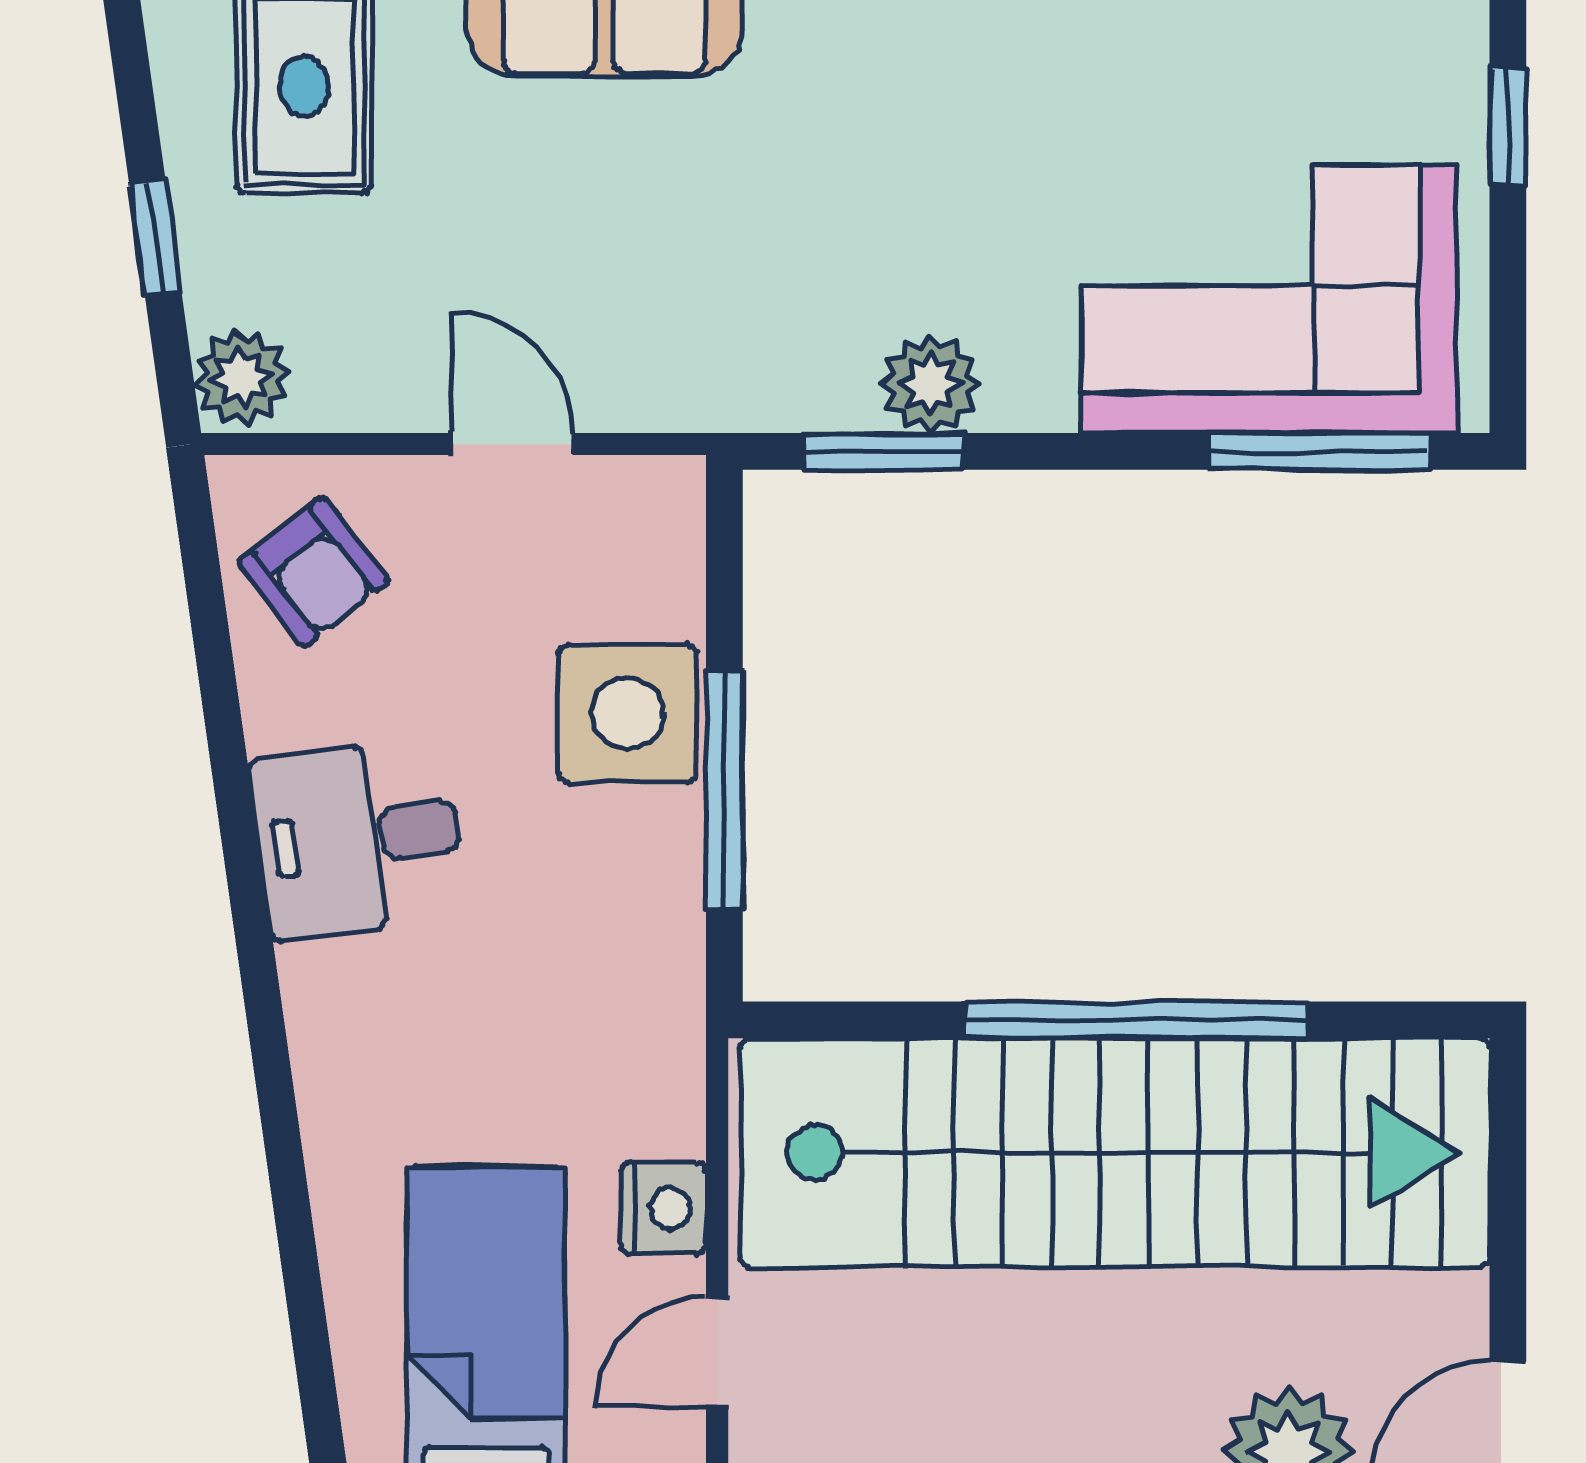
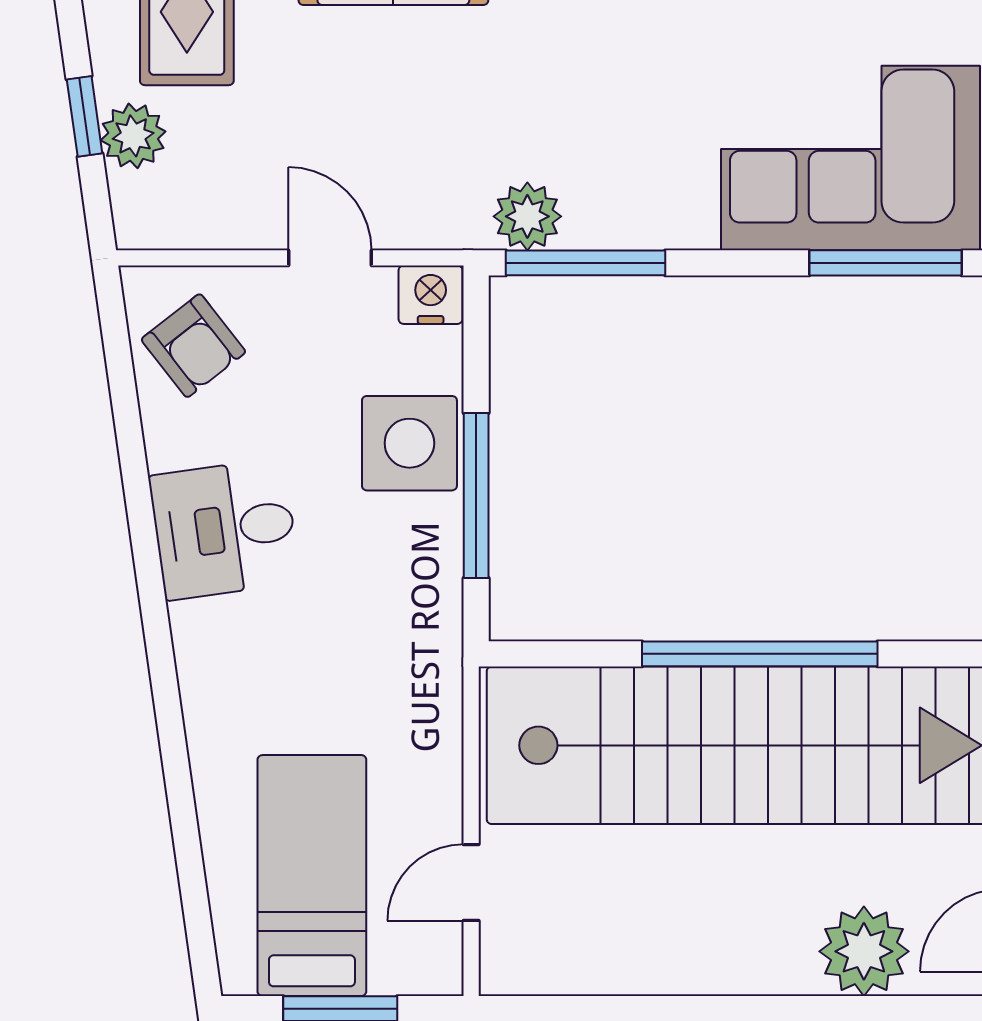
plant: (242, 378) -> (133, 136), moved
plant: (930, 384) -> (527, 216), moved
window: (884, 451) -> (586, 263), width x1.44
nightstand: (664, 1208) -> (431, 295), moved, turned -90

